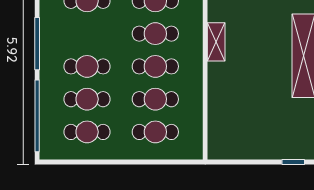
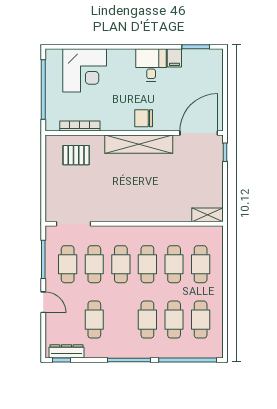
shelving: (216, 42) -> (207, 215), moved

